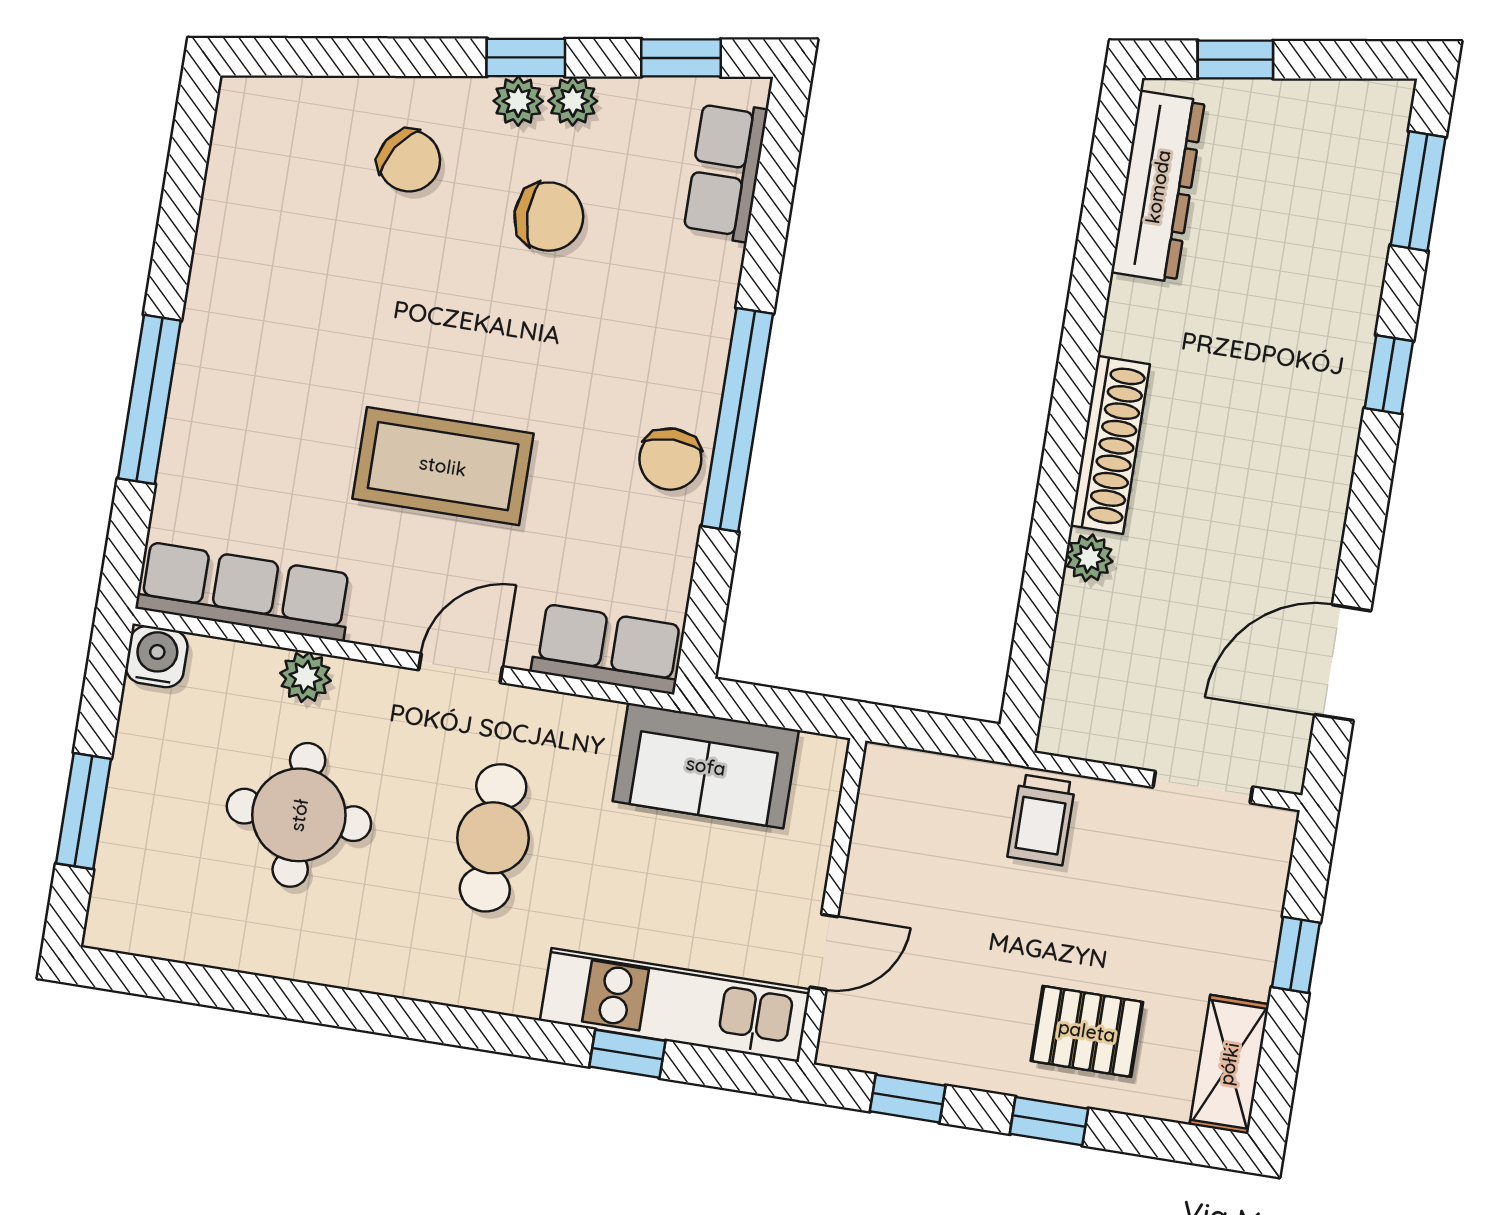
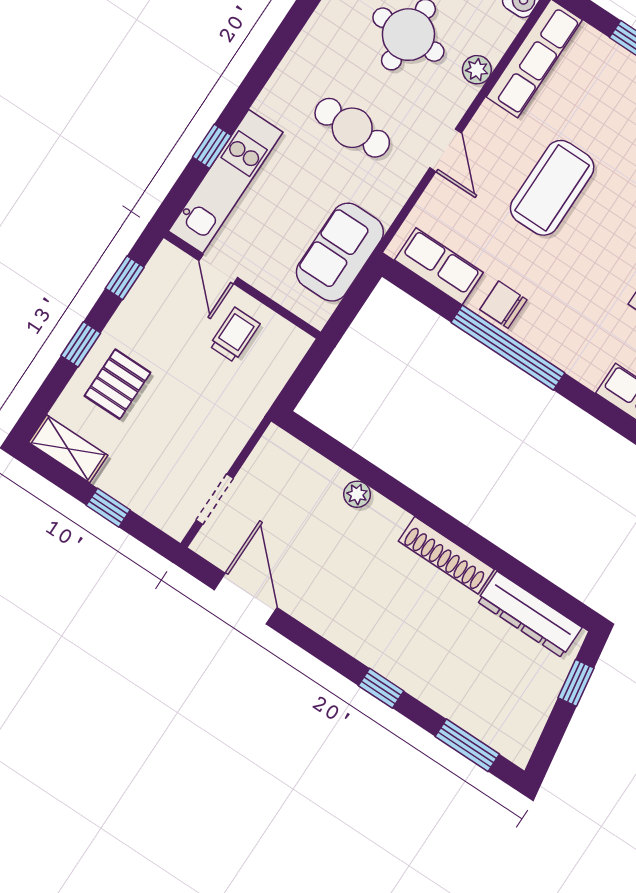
shoe rack: (1110, 445) -> (446, 555), moved
row of seats: (608, 649) -> (439, 266), moved, turned -90
trolley: (1041, 820) -> (235, 335), moved, turned 90

